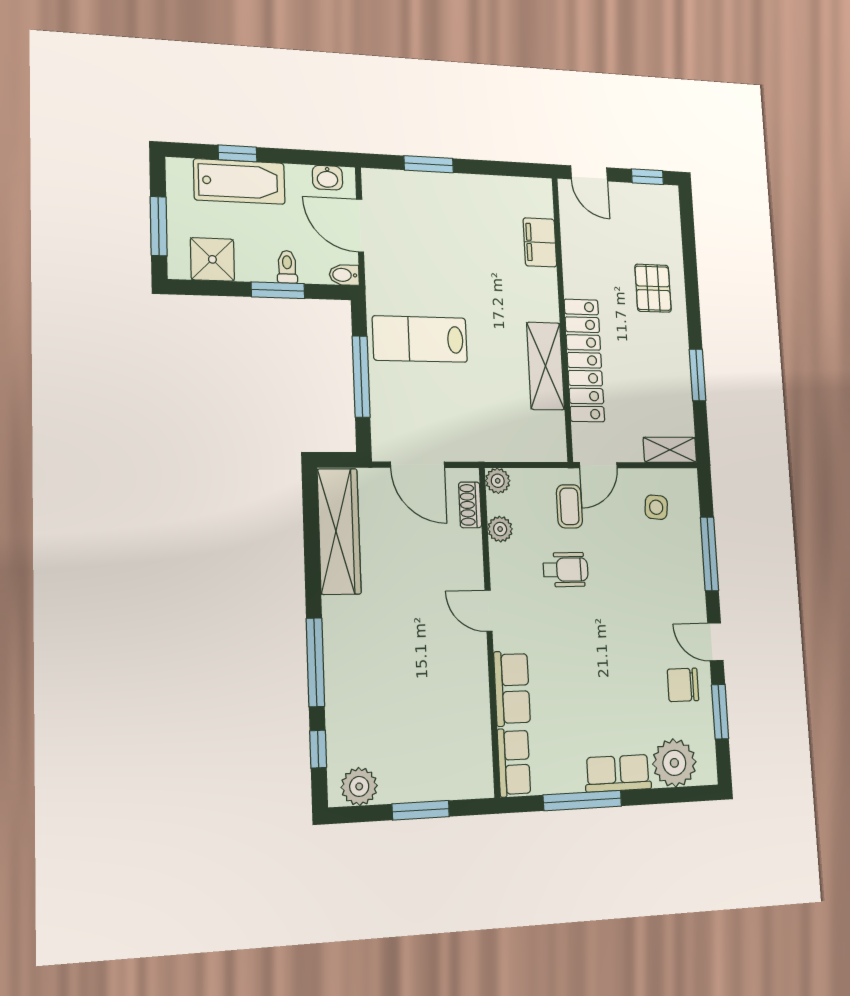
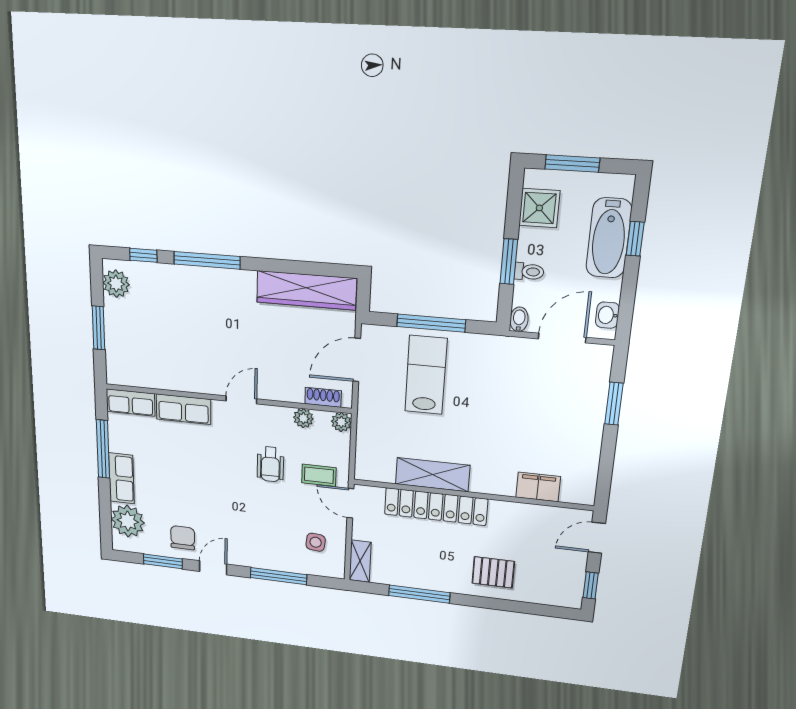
lab bench: (420, 339) -> (426, 375), moved
window: (697, 375) -> (419, 594), width x1.44

